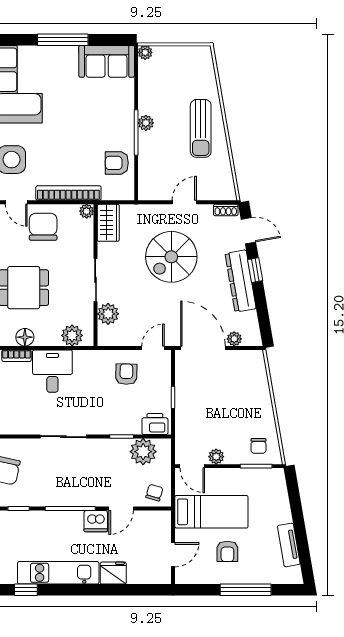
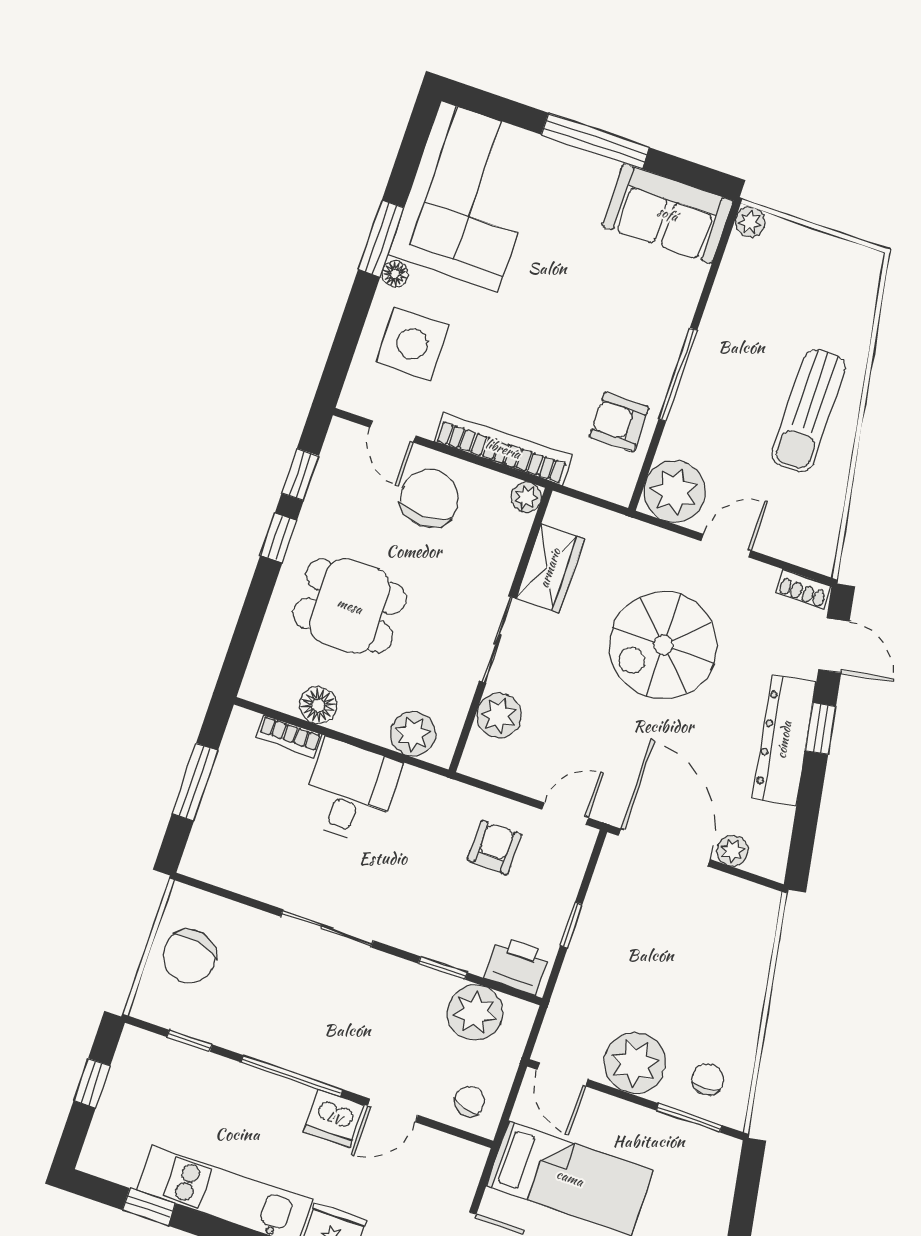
plant: (146, 123) -> (674, 492), moved, width x1.88, depth x1.88
wardrobe: (108, 223) -> (550, 568), moved
chair: (259, 446) -> (708, 1080), turned 180
plant: (216, 457) -> (635, 1063), width x1.88, depth x1.88

